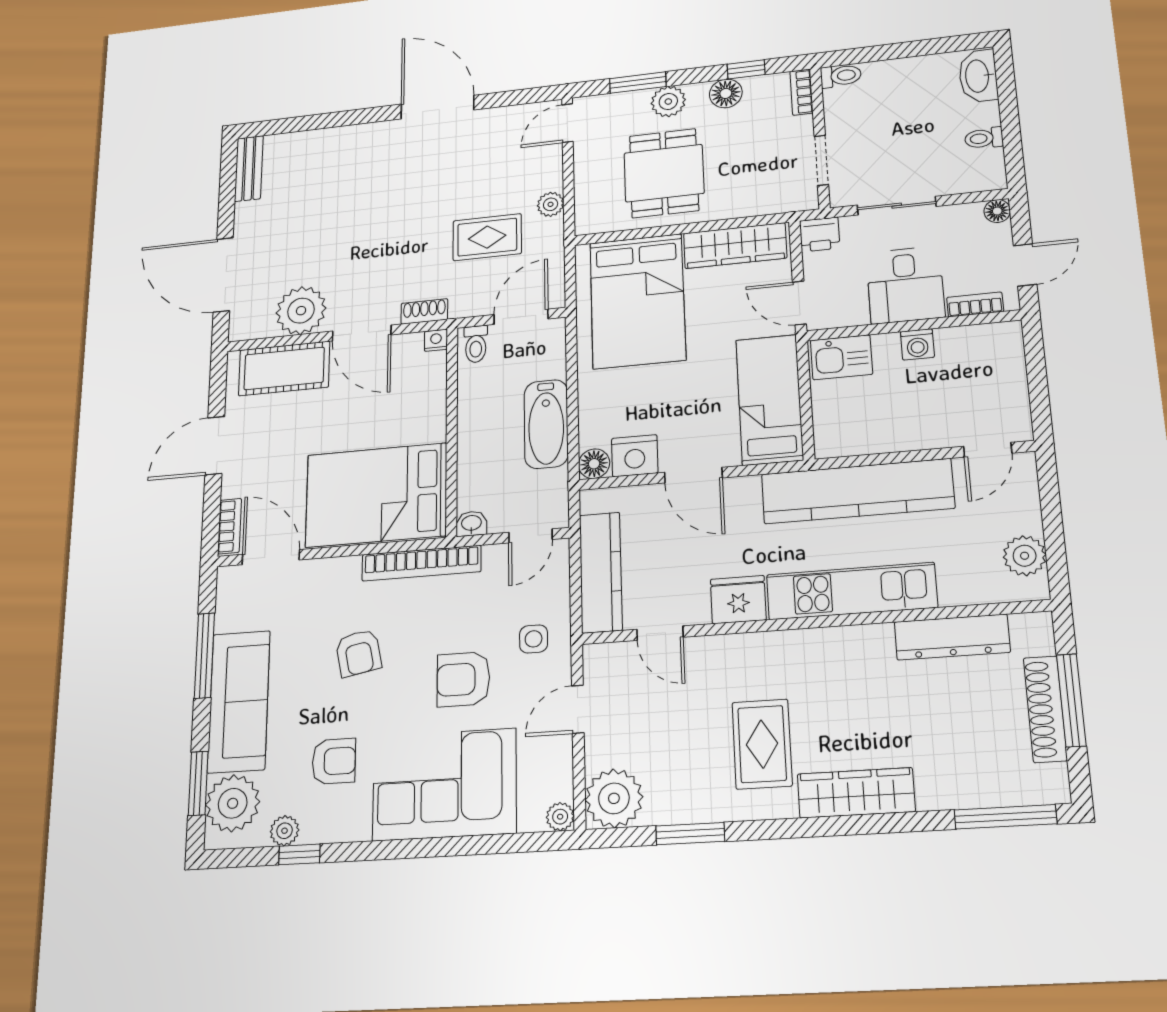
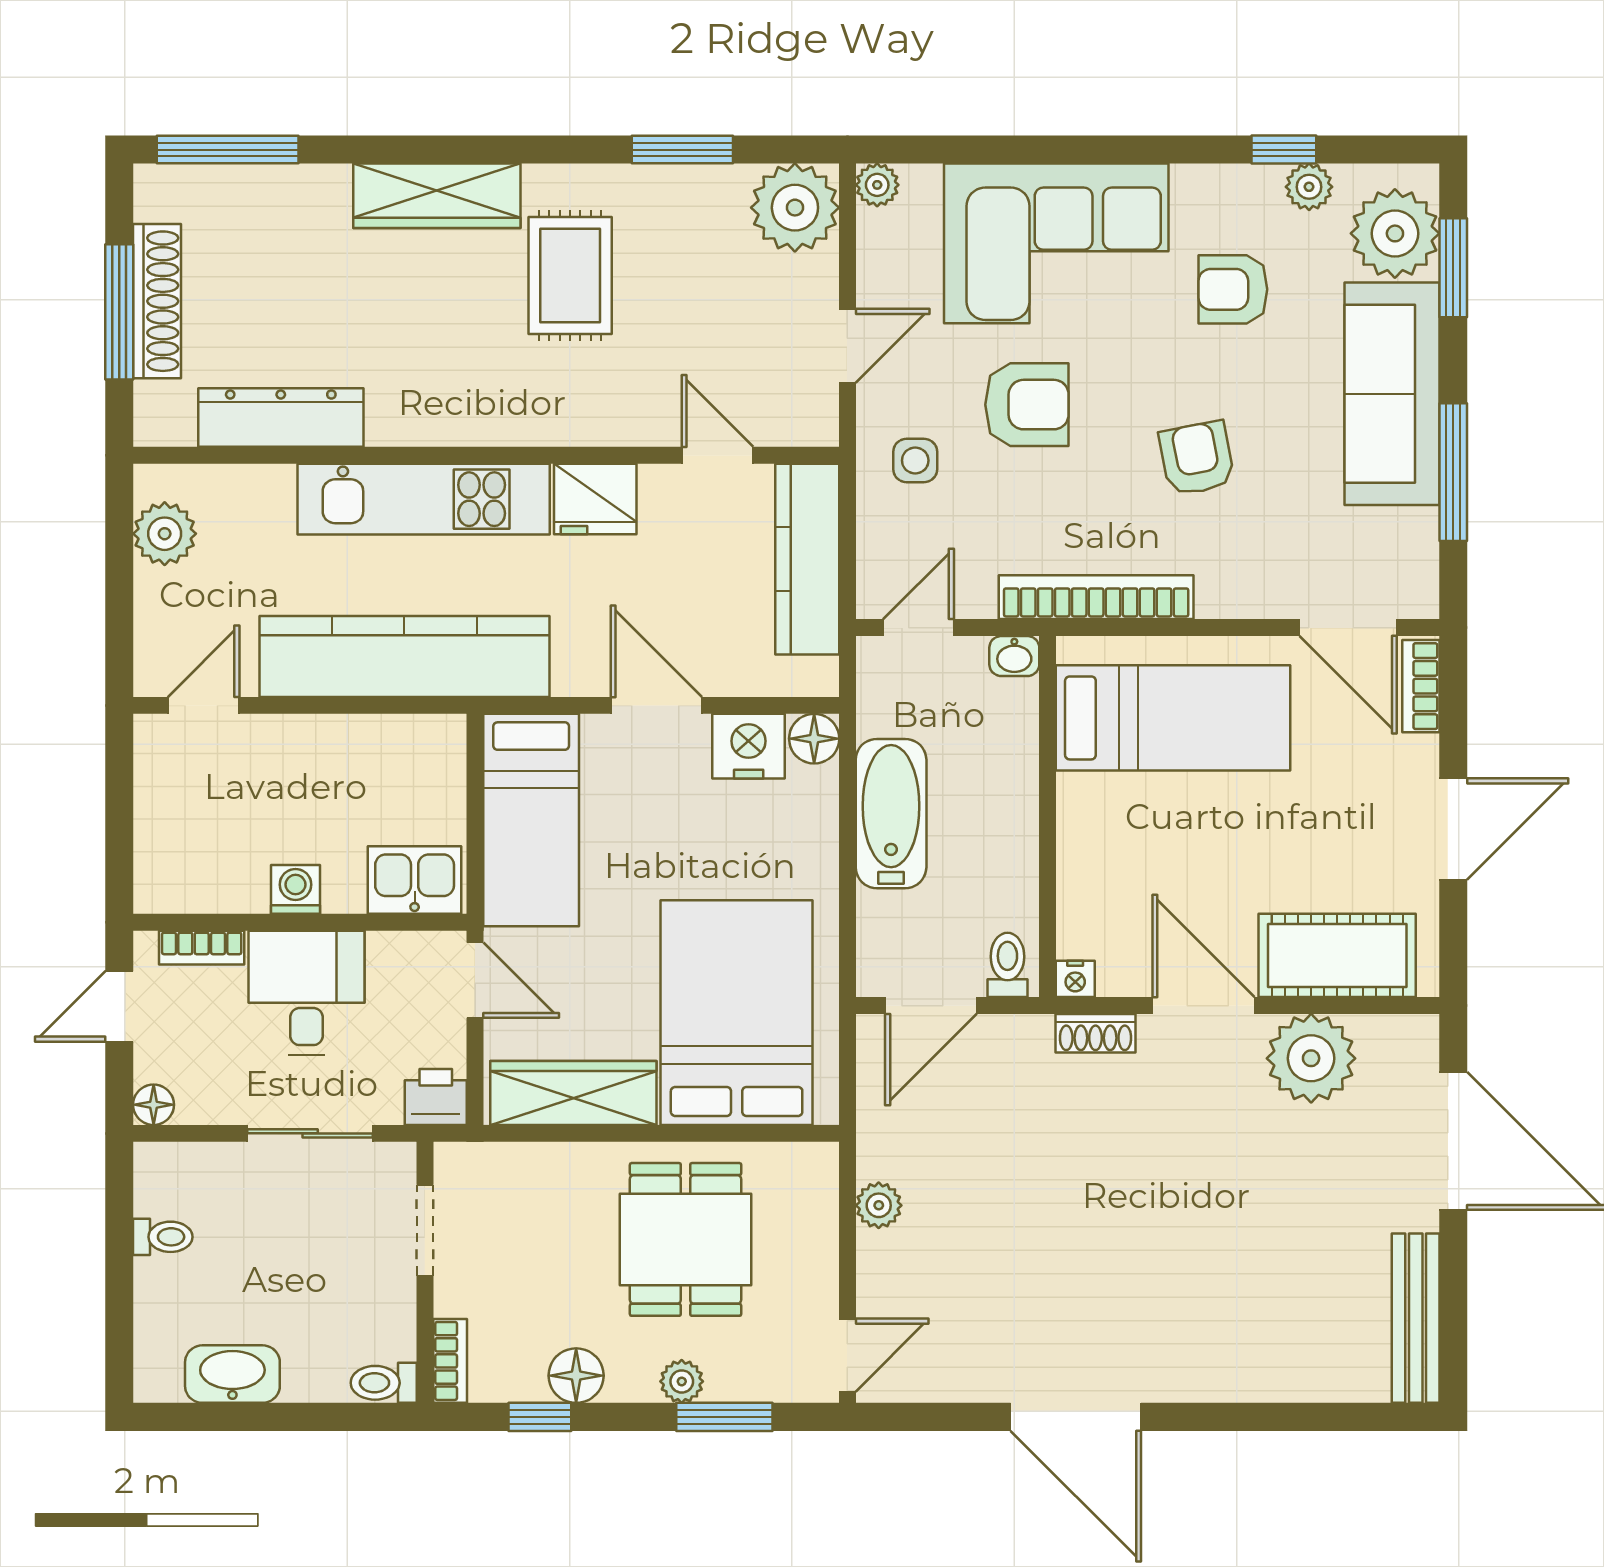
washbasin: (978, 76) -> (232, 1374), moved, turned -90
plant: (668, 102) -> (682, 1381), width x0.73, depth x0.73
bench: (249, 168) -> (1416, 1318), width x1.36
rug: (487, 237) -> (988, 1157), removed
bed: (376, 495) -> (1173, 718), width x0.67

